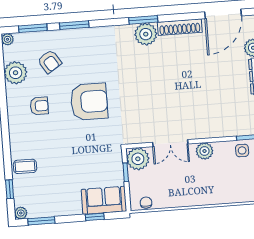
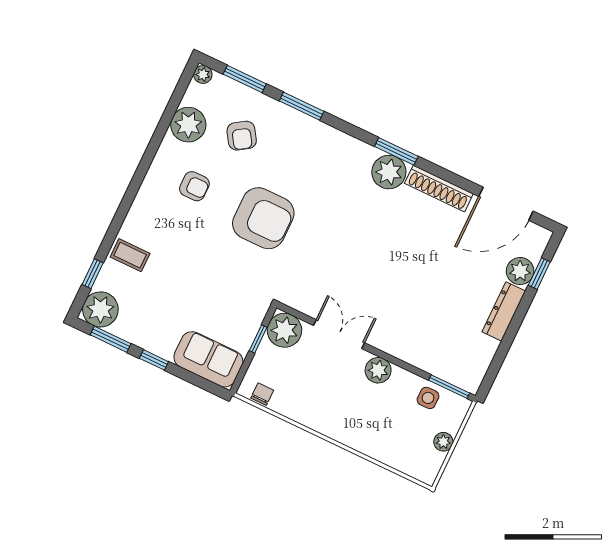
double door: (170, 143) -> (339, 334), swing flipped
plant: (21, 213) -> (100, 309), width x1.88, depth x1.88
window: (95, 217) -> (154, 360), moved

